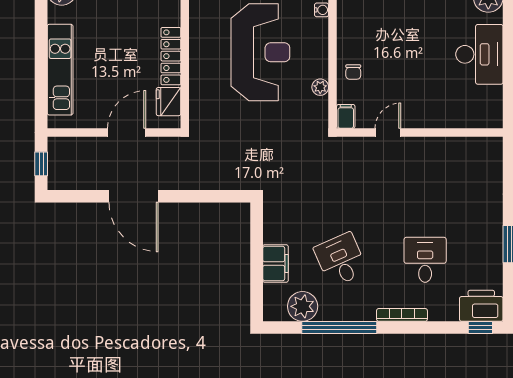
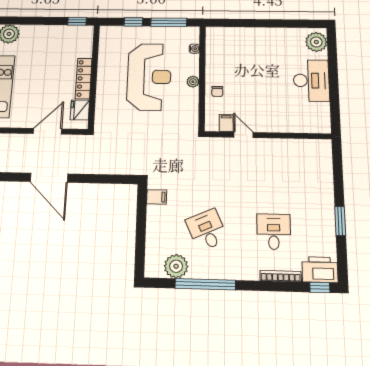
plant: (320, 87) -> (193, 82), moved
filing cabinet: (346, 116) -> (226, 123), moved
door: (388, 133) -> (243, 135), hinge flipped
filing cabinet: (275, 264) -> (157, 197), moved, width x0.50
bookcase: (402, 315) -> (281, 276), moved

